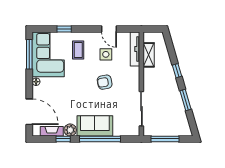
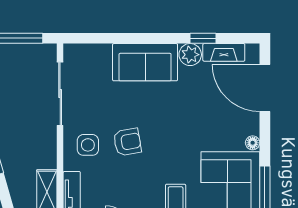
side table: (106, 54) -> (88, 145), moved
window: (100, 139) -> (136, 38), removed

